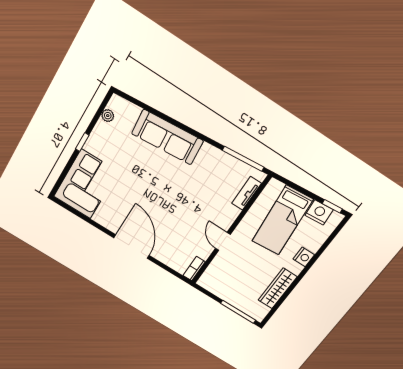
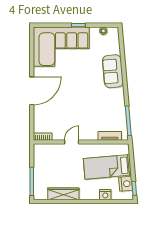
sofa: (167, 137) -> (113, 71), width x0.73
corner sofa: (86, 184) -> (61, 47), width x1.36, depth x1.36
nightstand: (304, 257) -> (105, 195), moved

